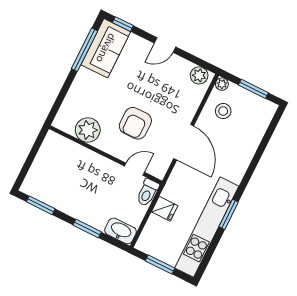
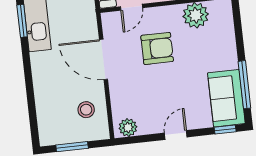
plant: (222, 84) -> (103, 133), removed
armchair: (135, 123) -> (157, 48), turned 90

